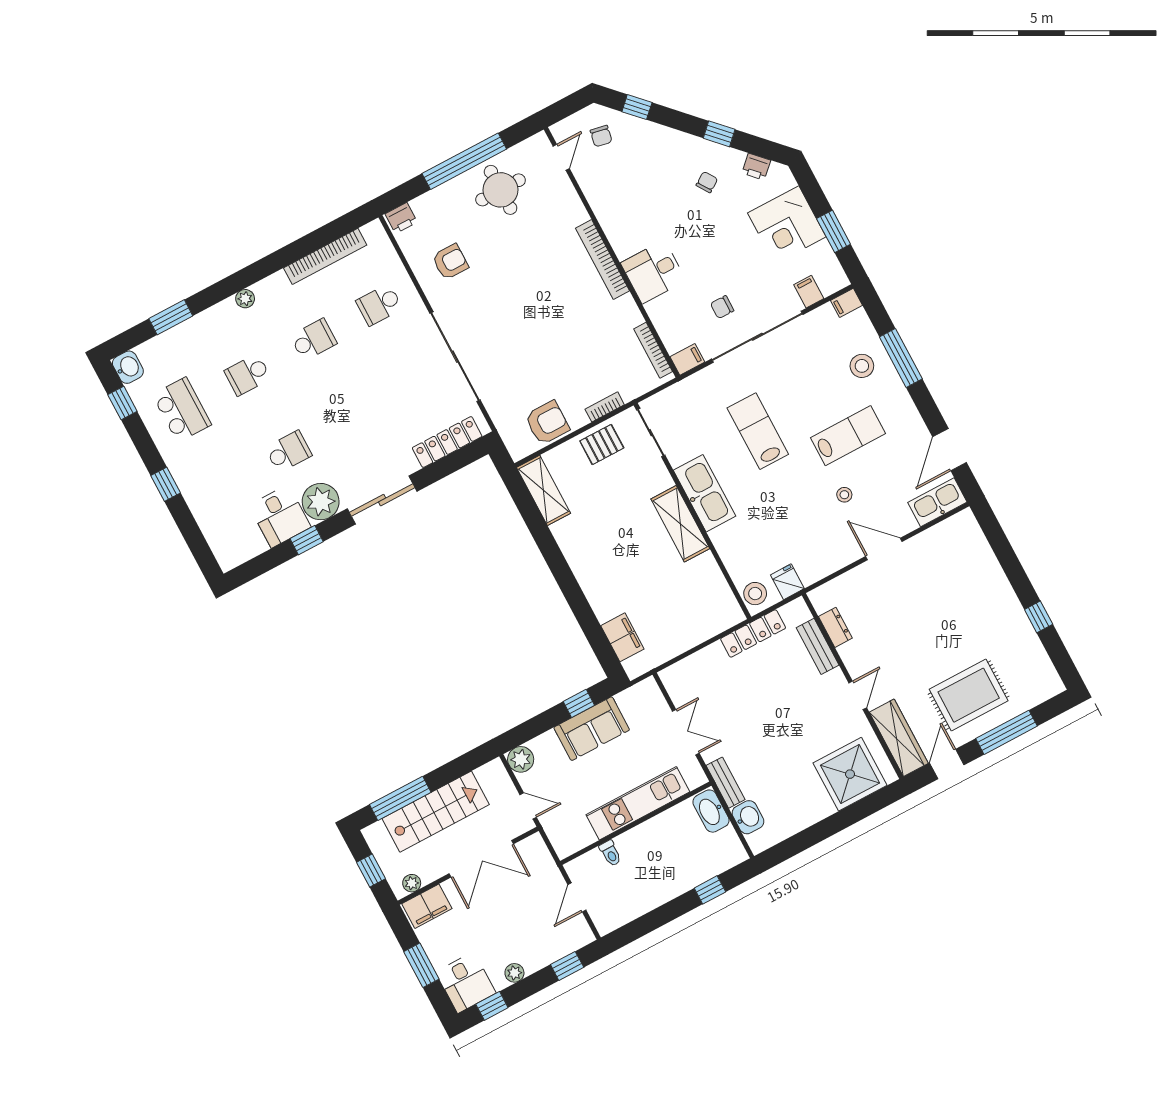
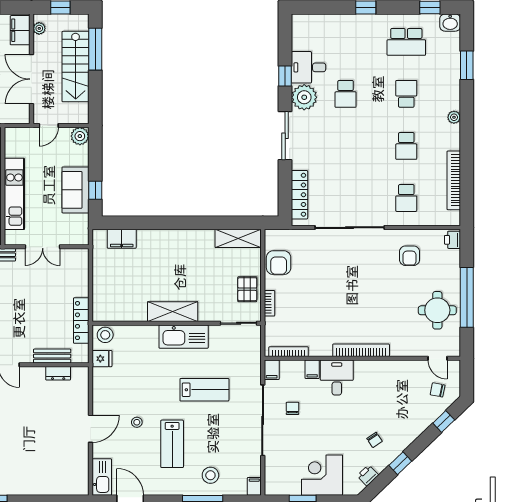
filing cabinet: (809, 292) -> (312, 369), moved, turned 90
school desk: (379, 305) -> (406, 198), turned 180

